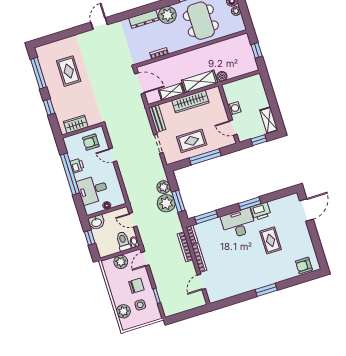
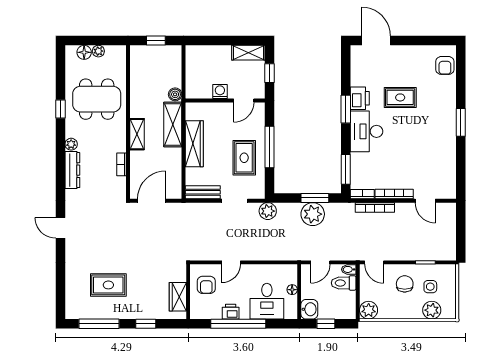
plant: (167, 15) -> (71, 144), width x0.53, depth x0.53
shelving: (171, 92) -> (137, 134), moved
plant: (164, 187) -> (268, 211), moved
plant: (121, 262) -> (369, 310), moved

